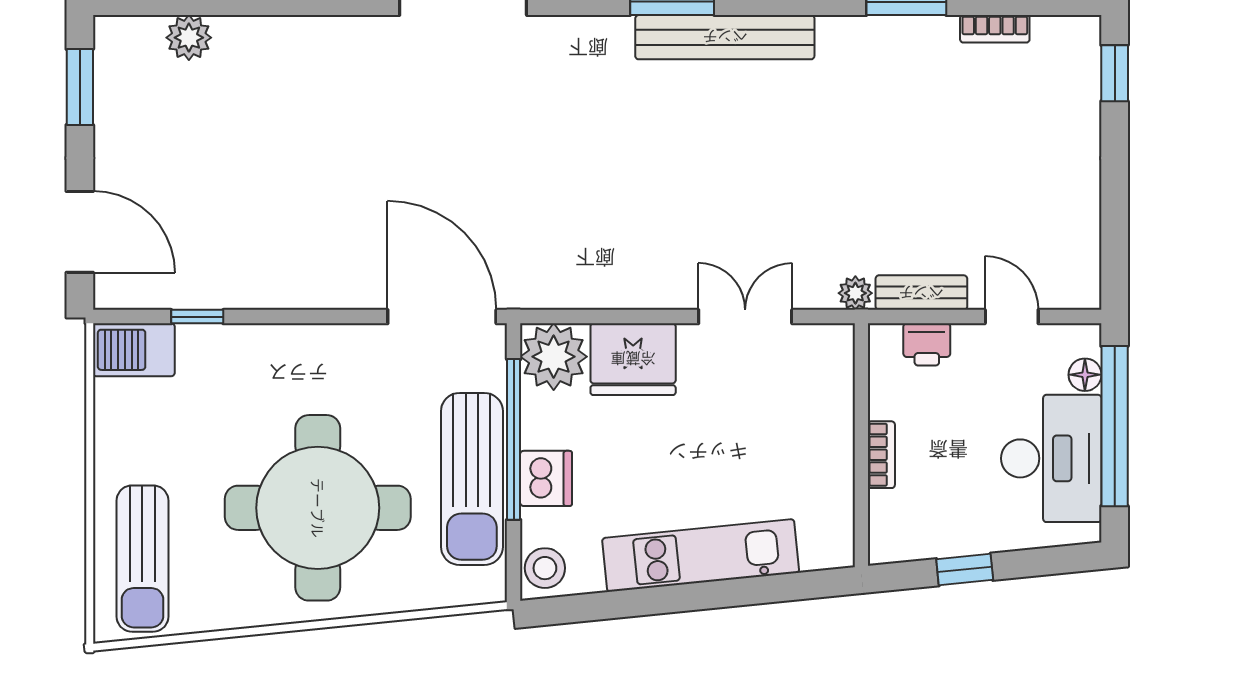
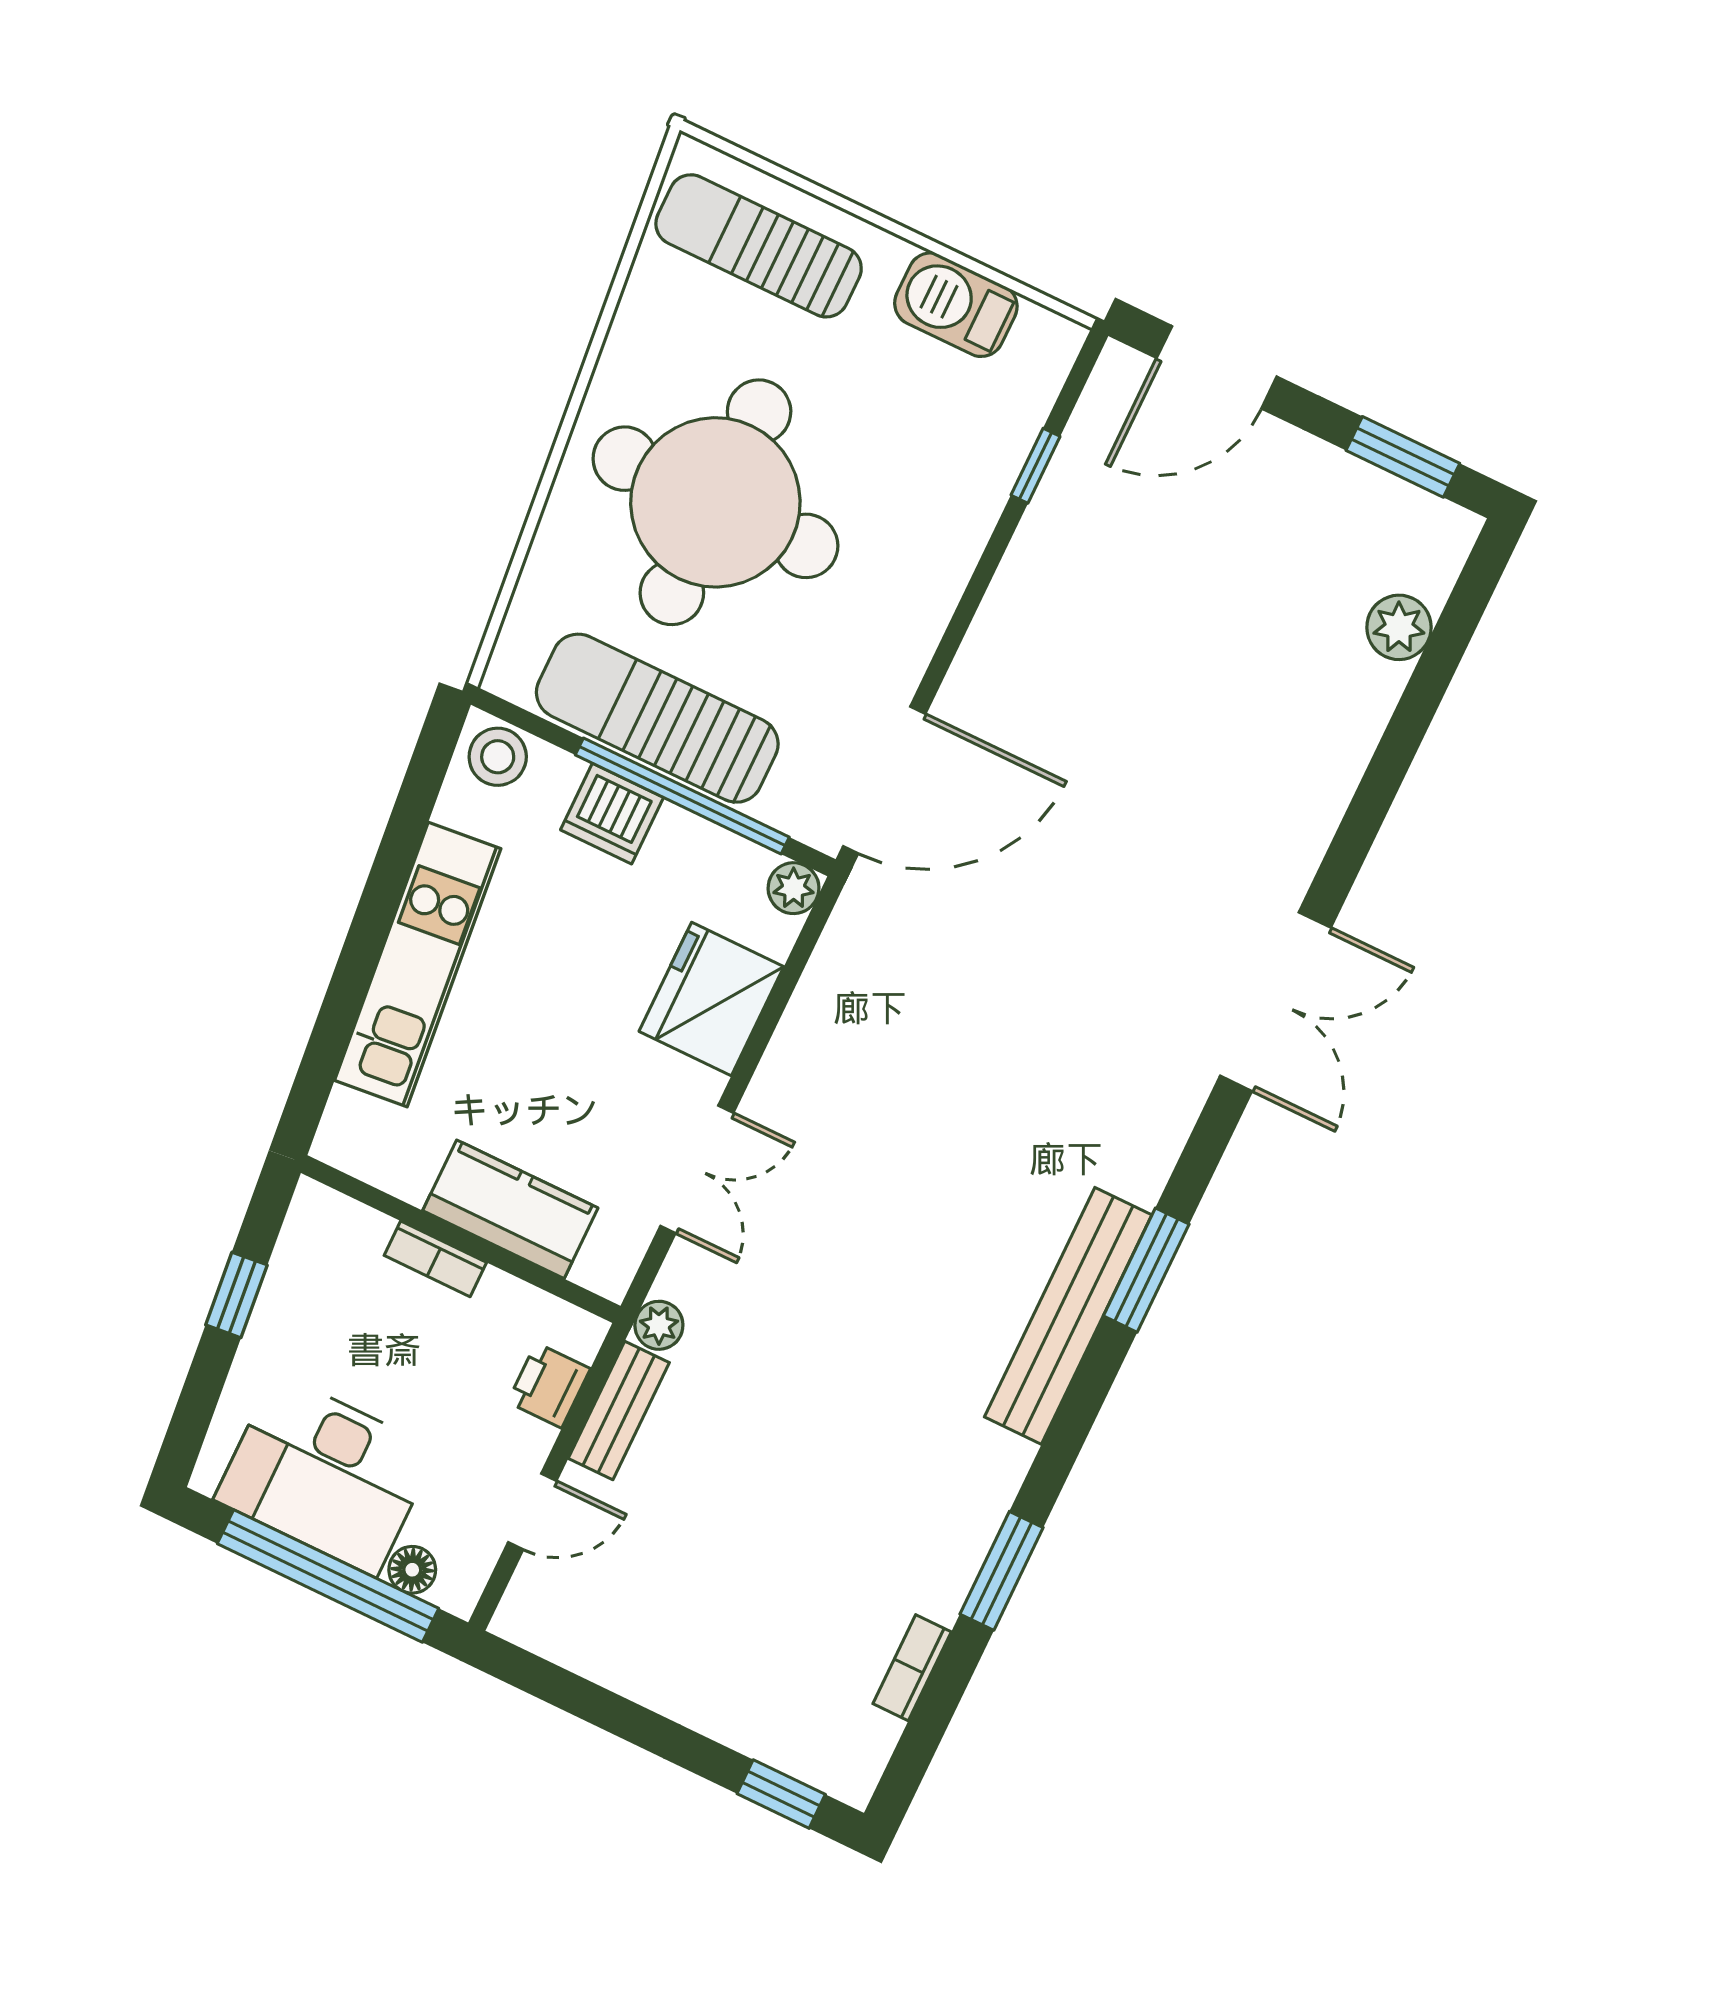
barbecue: (134, 350) -> (956, 305), moved, turned -90
plant: (554, 357) -> (794, 888), width x0.53, depth x0.53
kitchen counter: (827, 422) -> (510, 1209), added

